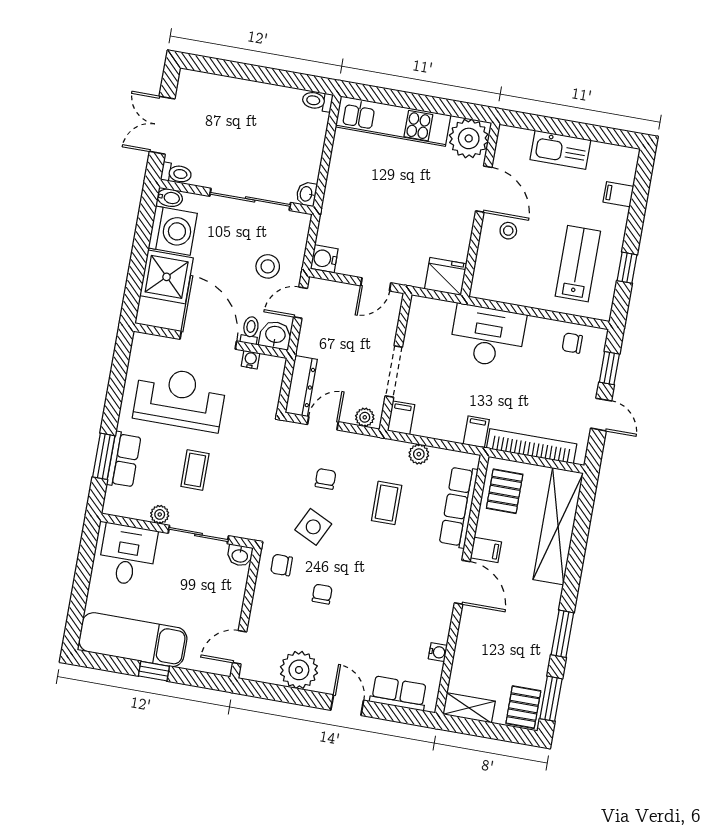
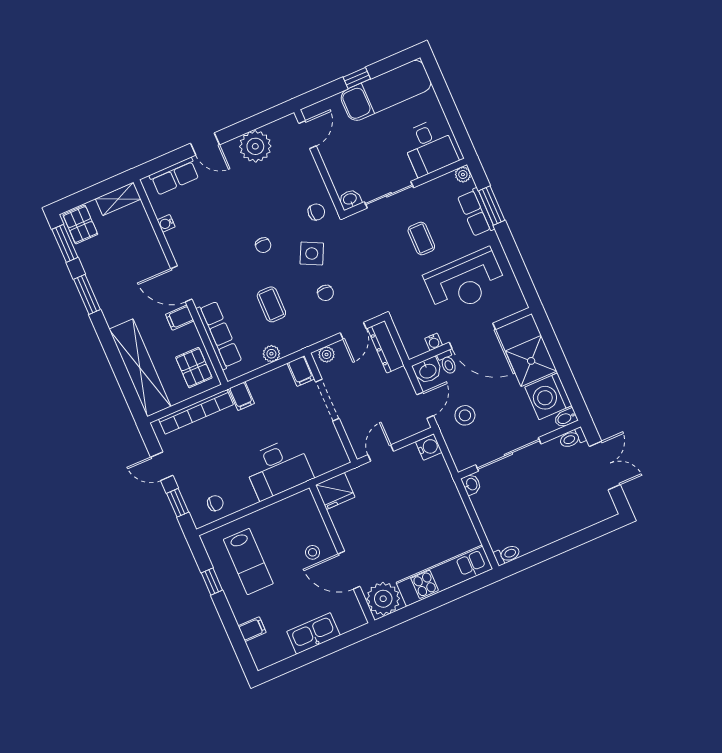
plant: (160, 514) -> (463, 175), moved
chair: (322, 594) -> (263, 245), moved

